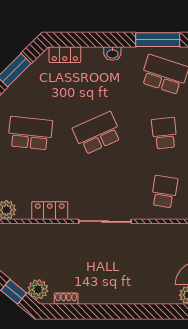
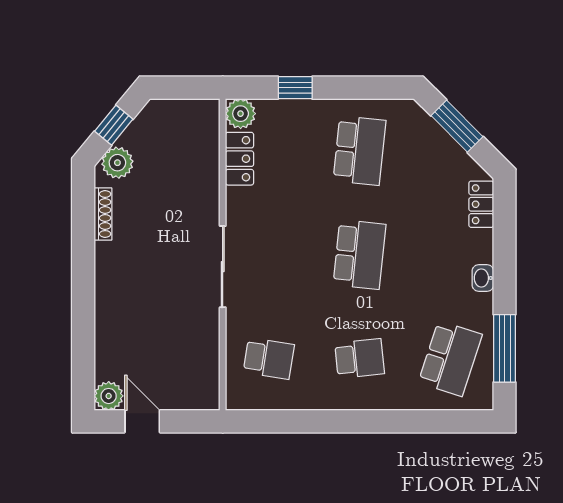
school desk: (97, 133) -> (360, 255), turned 30
locker: (50, 211) -> (239, 159), moved
shoe rack: (66, 299) -> (103, 214), width x1.43

